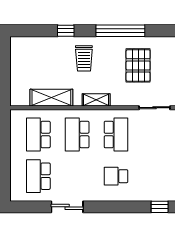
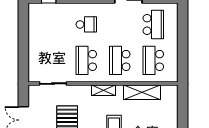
school desk: (38, 135) -> (153, 60), turned 180
school desk: (77, 135) -> (120, 60), turned 180

